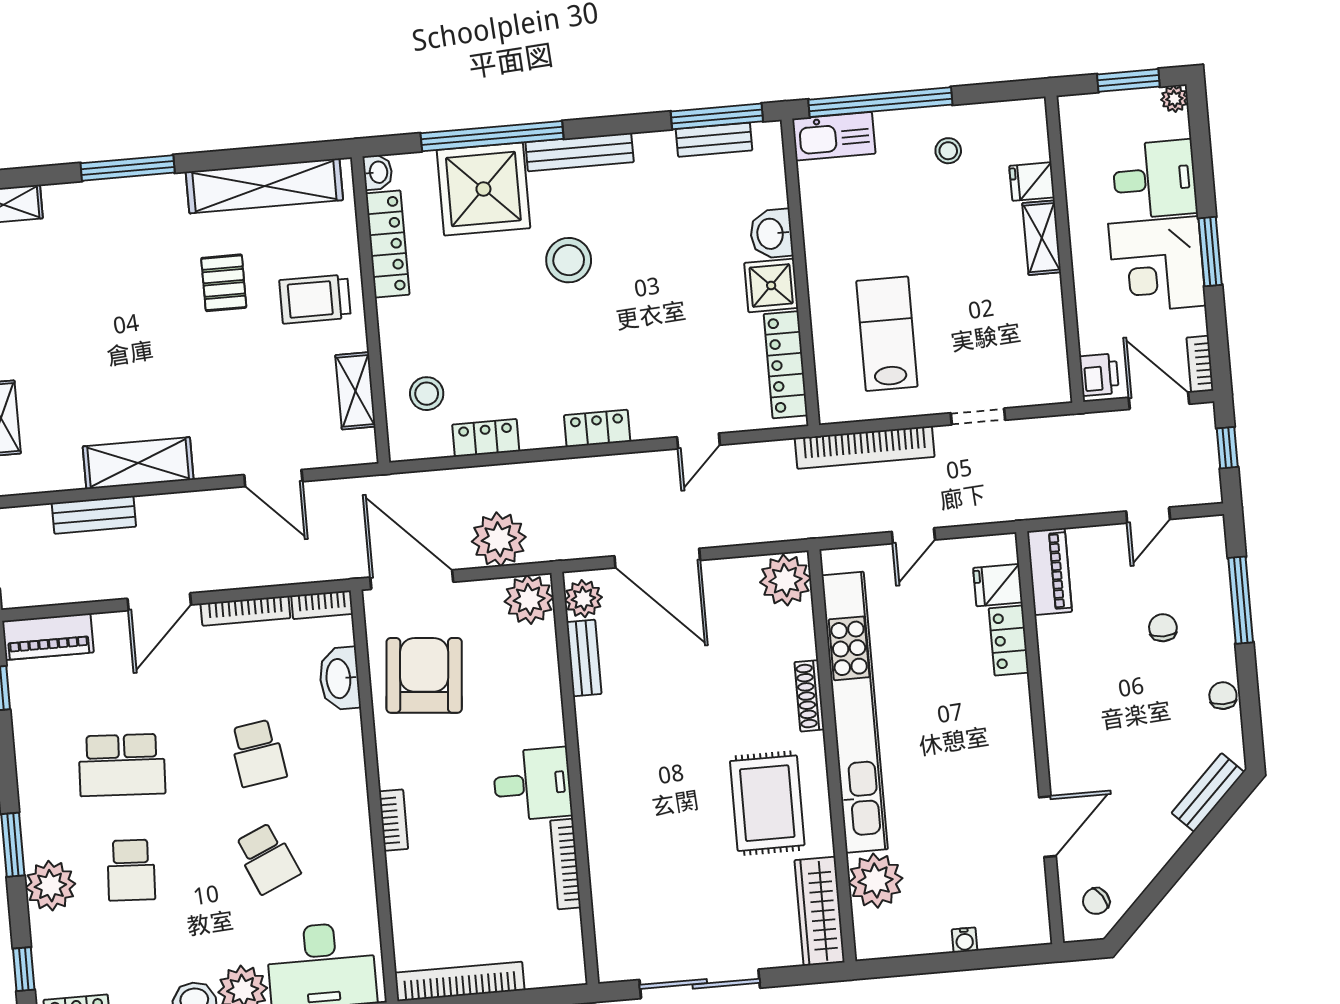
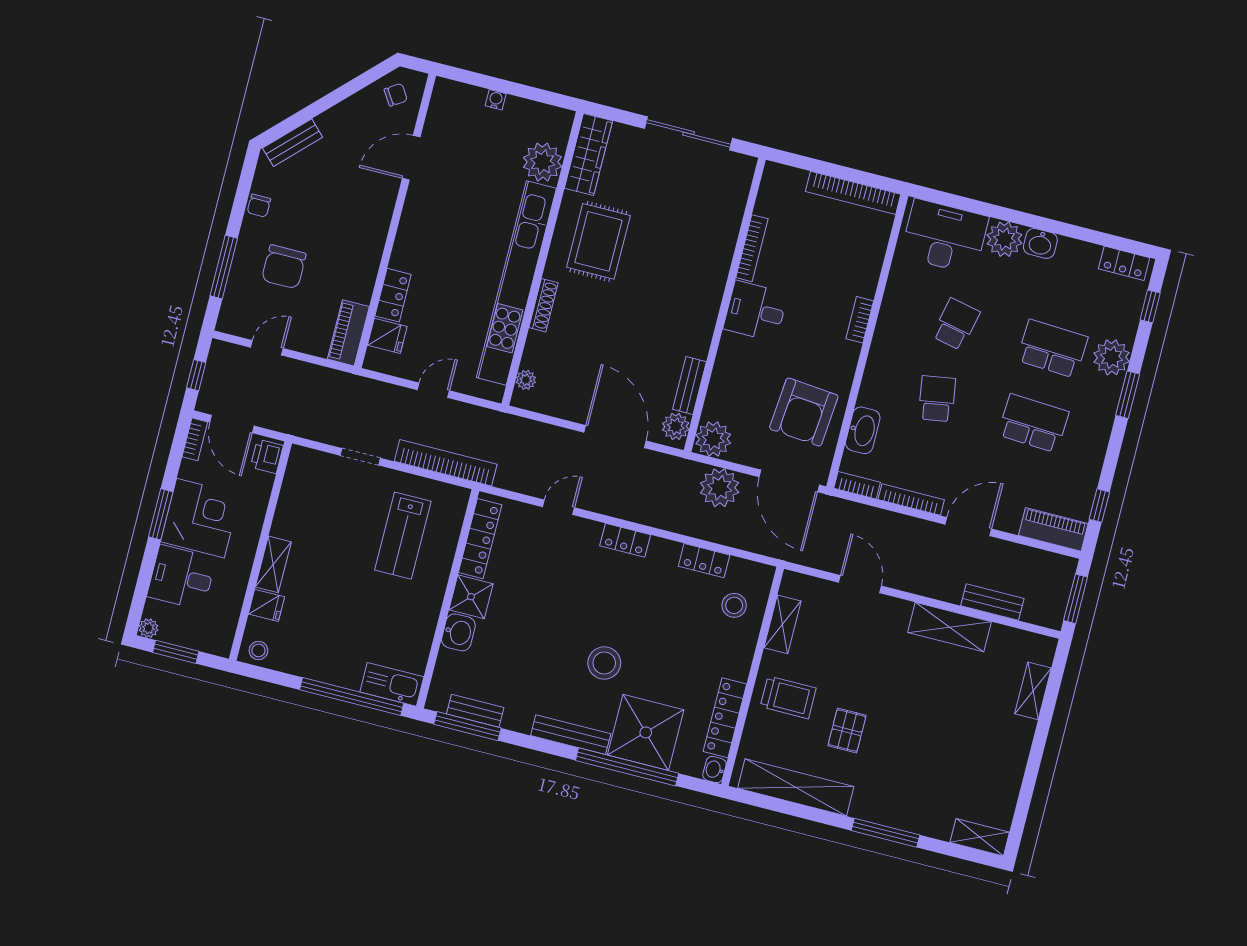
stool: (948, 151) -> (258, 650), moved
plant: (785, 580) -> (526, 380), width x0.53, depth x0.53
chair: (1163, 628) -> (284, 267), width x1.87, depth x1.87
school desk: (267, 858) -> (956, 324), turned 36
school desk: (131, 870) -> (1052, 349), width x1.85

